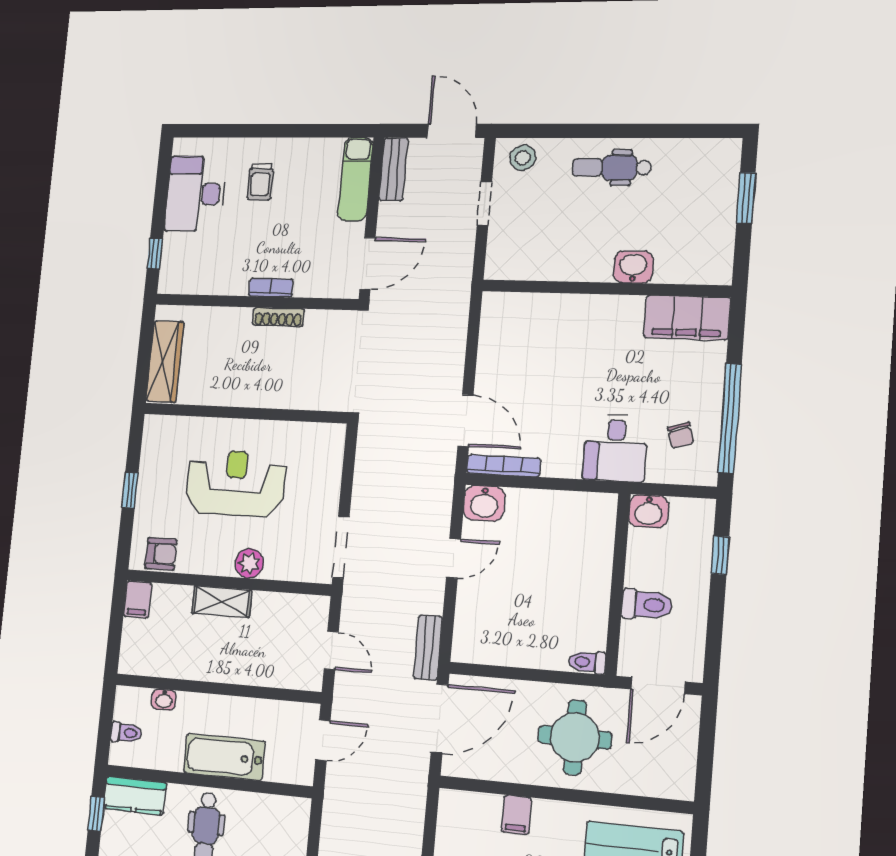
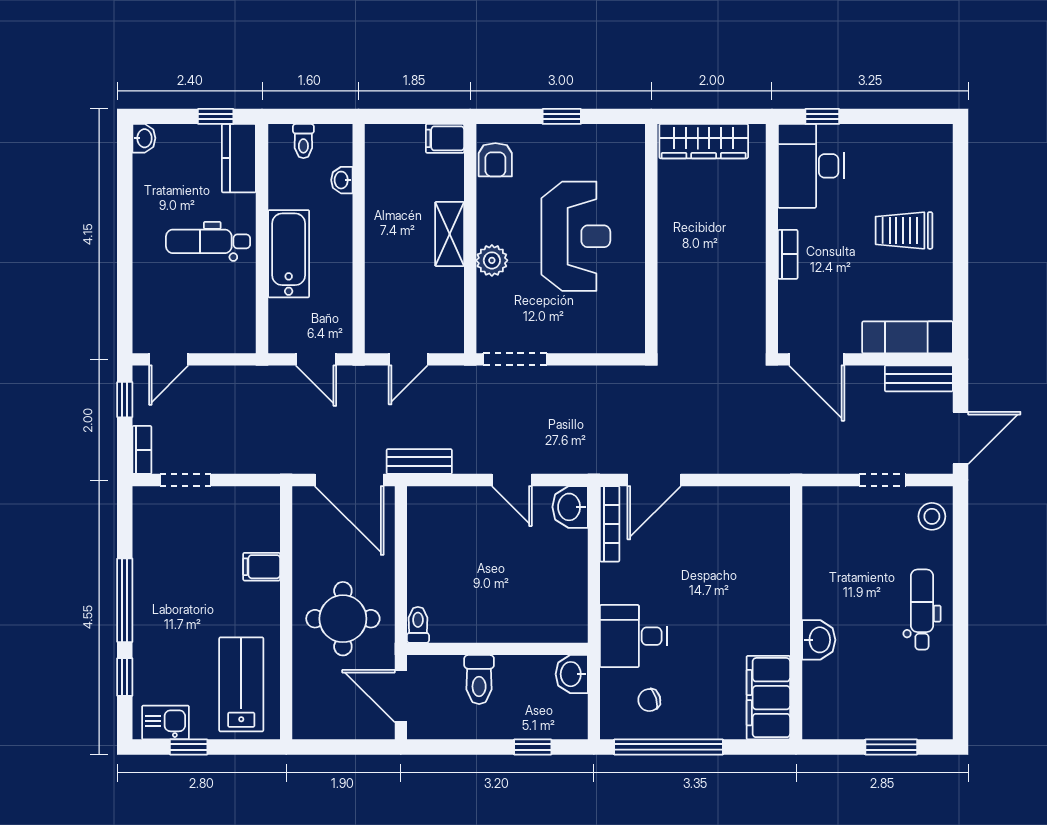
trolley: (260, 182) -> (904, 230), width x1.36, depth x1.39
desk: (196, 194) -> (811, 166), moved, turned -90
shoe rack: (278, 317) -> (756, 266), removed

